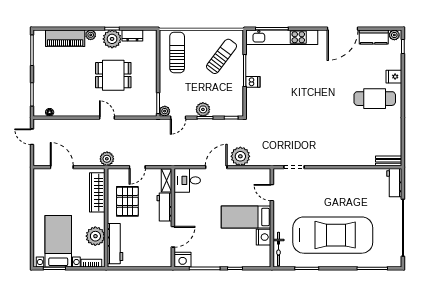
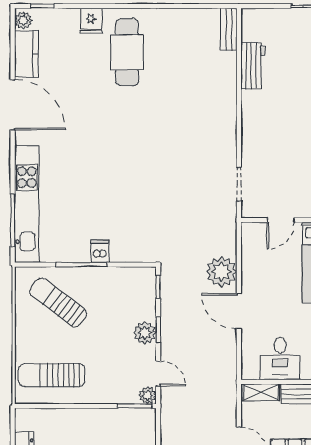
desk: (187, 180) -> (280, 358), moved
workbench: (394, 183) -> (253, 66), moved, turned -90

